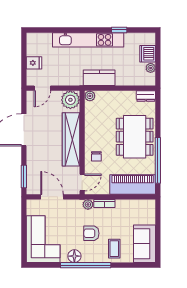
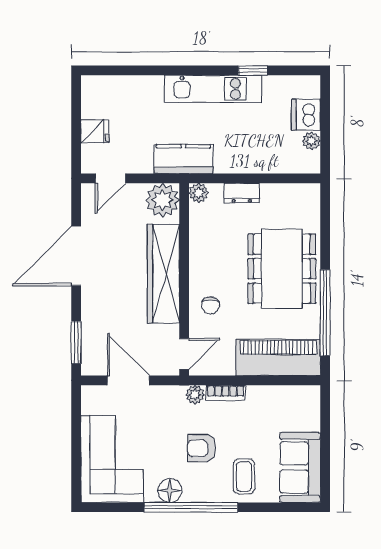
kitchen unit: (88, 40) -> (213, 89), width x0.73
kitchen counter: (99, 78) -> (183, 159), moved
dresser: (146, 96) -> (242, 193), moved

